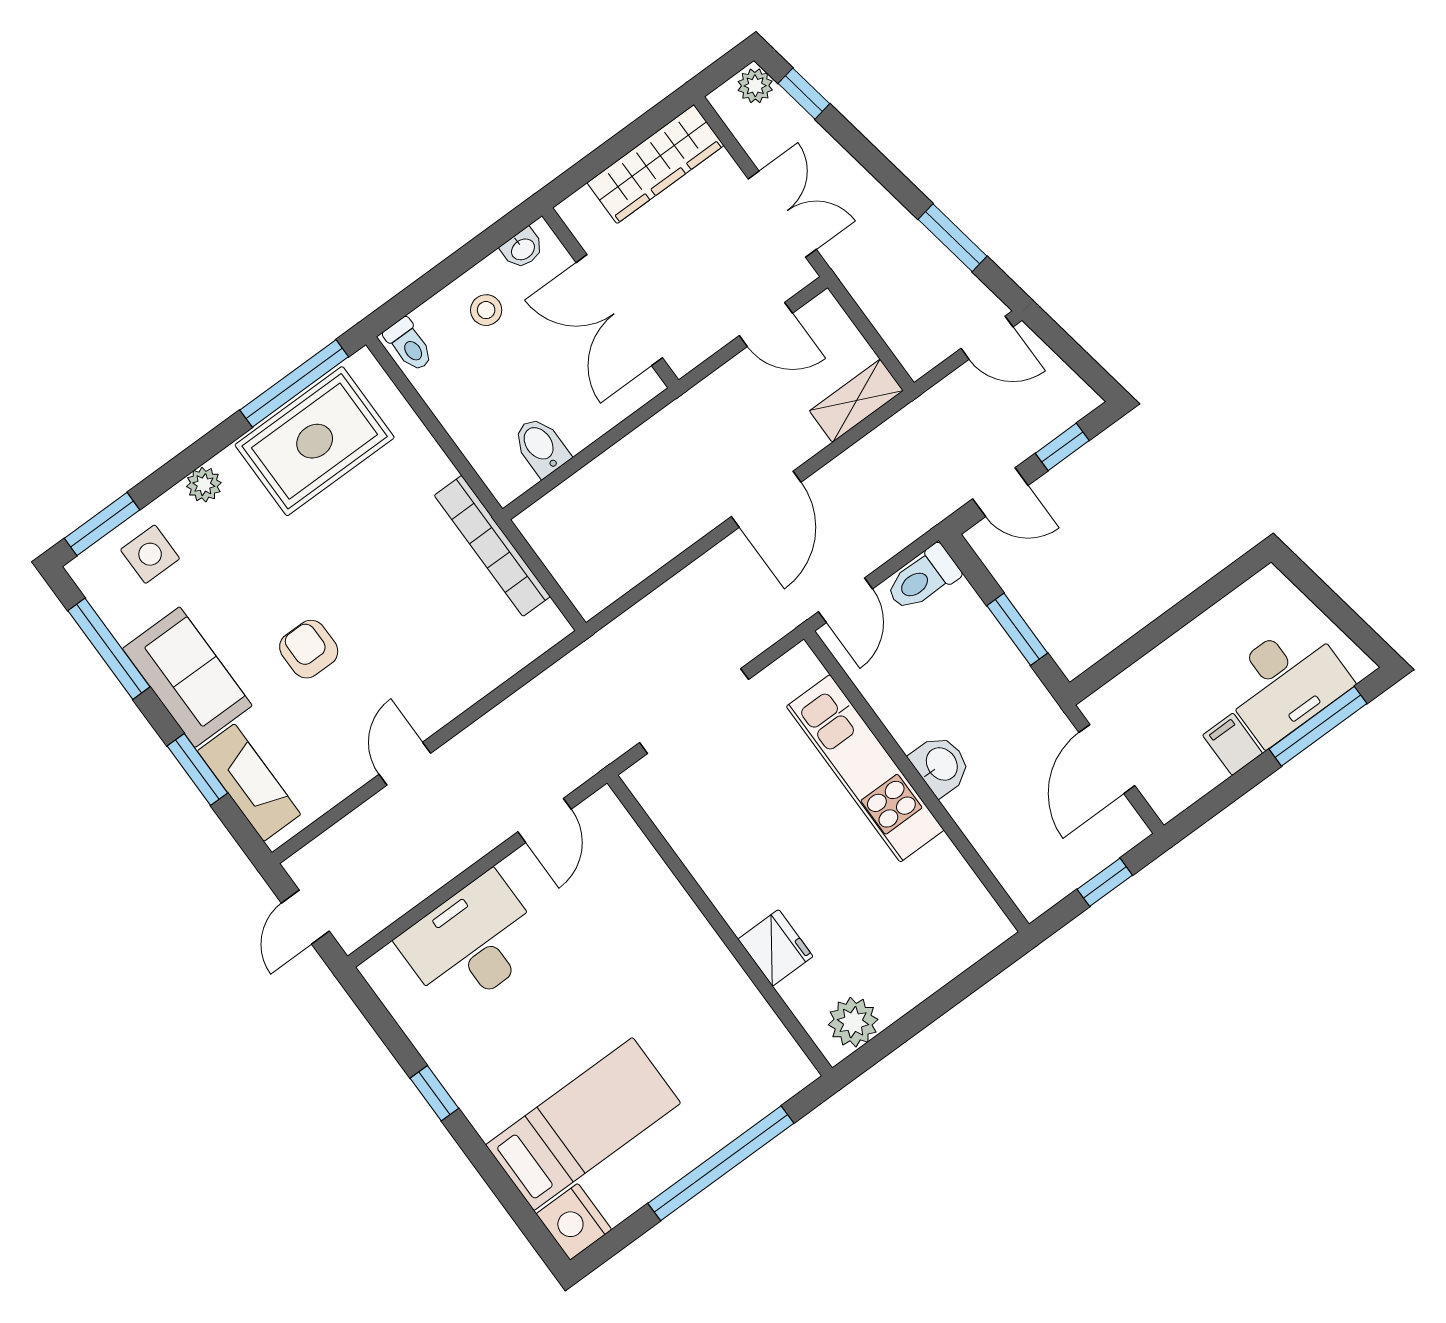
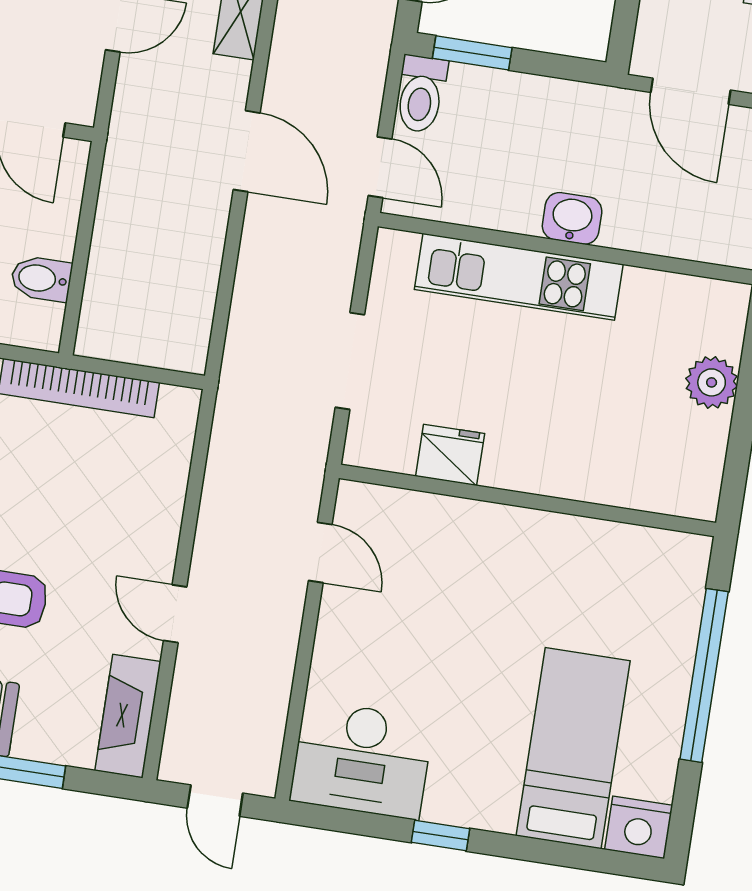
window: (1017, 629) -> (472, 53), moved
doorway: (694, 711) -> (350, 361), width x0.73
fireplace: (249, 783) -> (128, 716), moved, turned -90
desk: (472, 943) -> (362, 760), moved, turned -90
fridge: (776, 948) -> (450, 455), moved
plant: (853, 1022) -> (712, 382), moved

